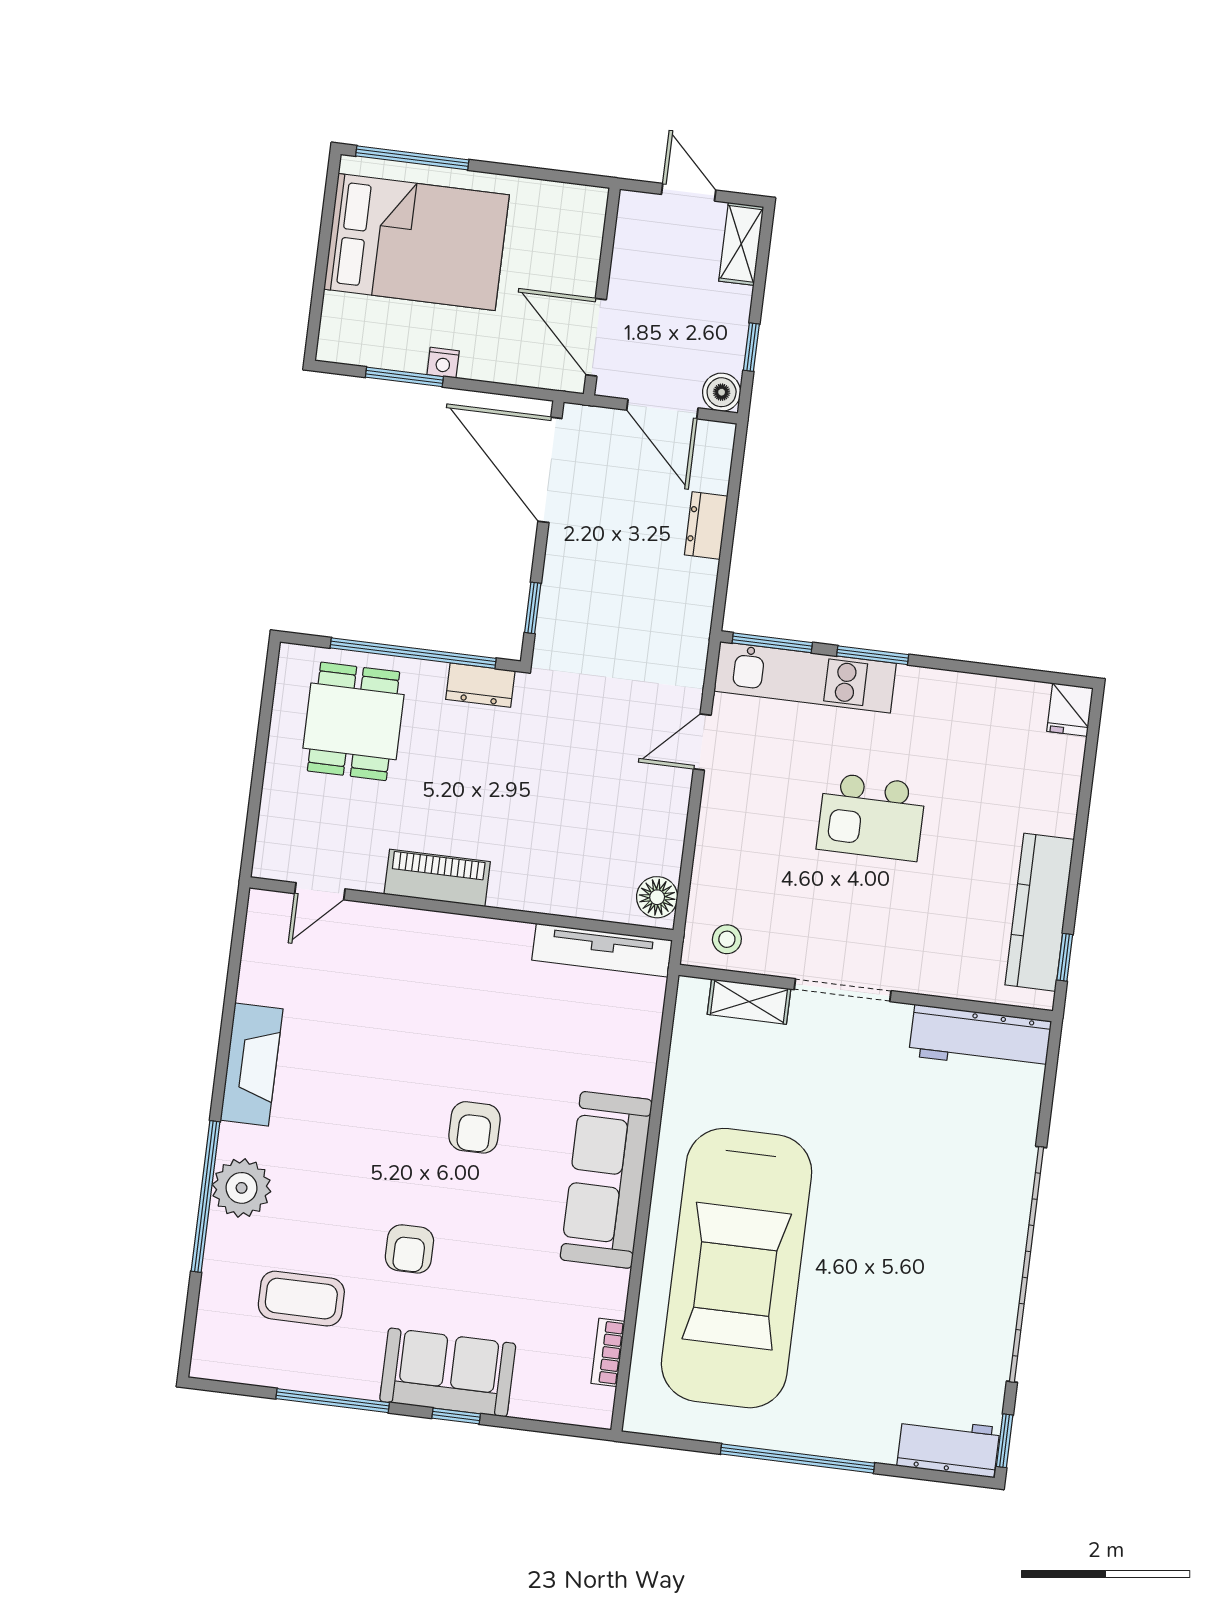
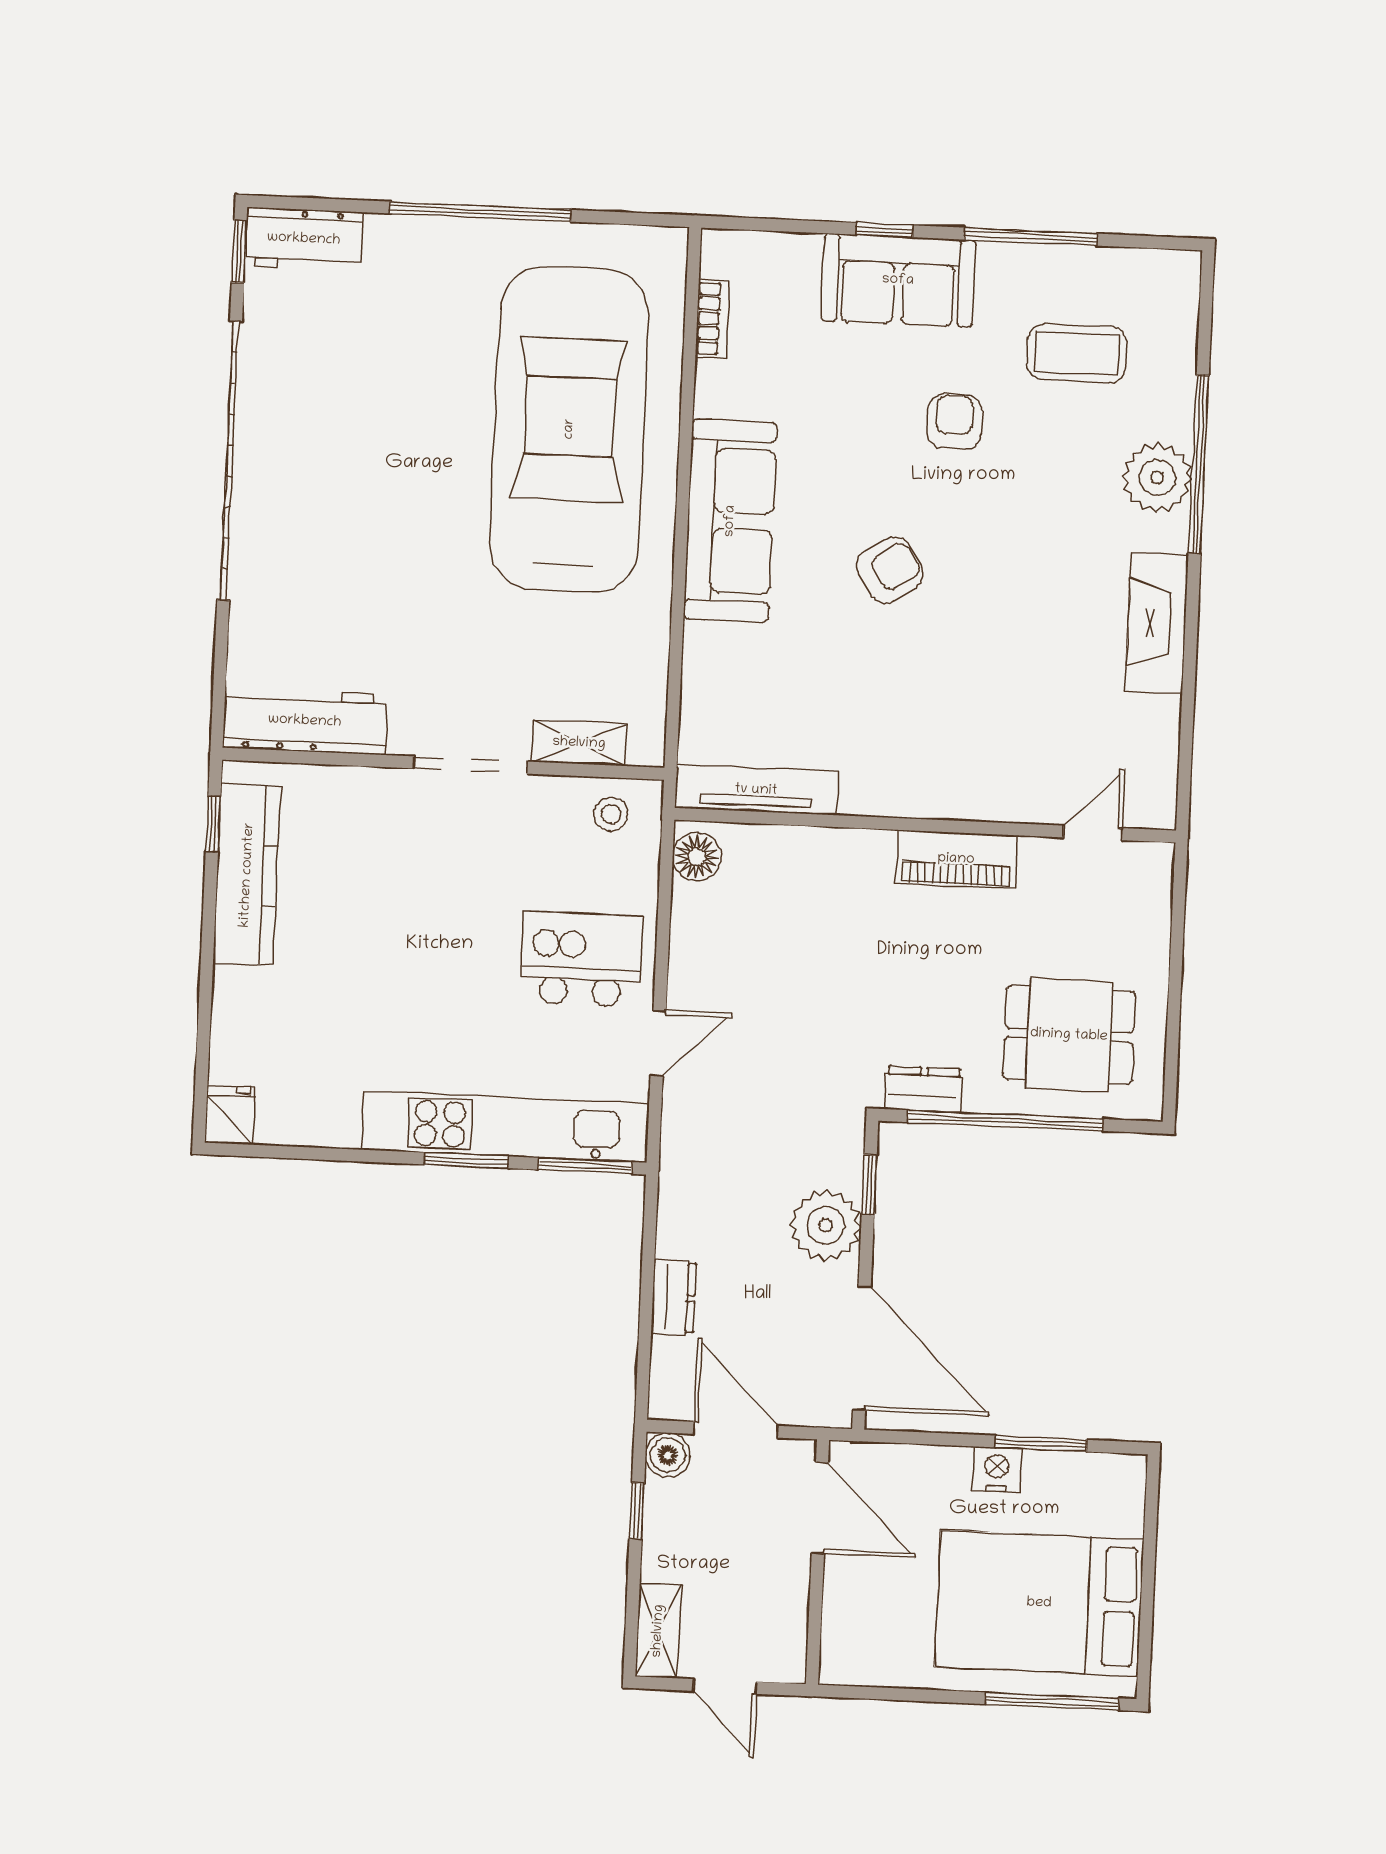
nightstand: (443, 363) -> (997, 1470), width x1.39, depth x1.35
plant: (572, 576) -> (826, 1225), added
kitchen unit: (805, 677) -> (505, 1127), width x1.36
dining table: (353, 721) -> (1069, 1035), turned 90
kitchen island: (871, 817) -> (581, 959), moved
armchair: (475, 1127) -> (890, 570), turned 57

